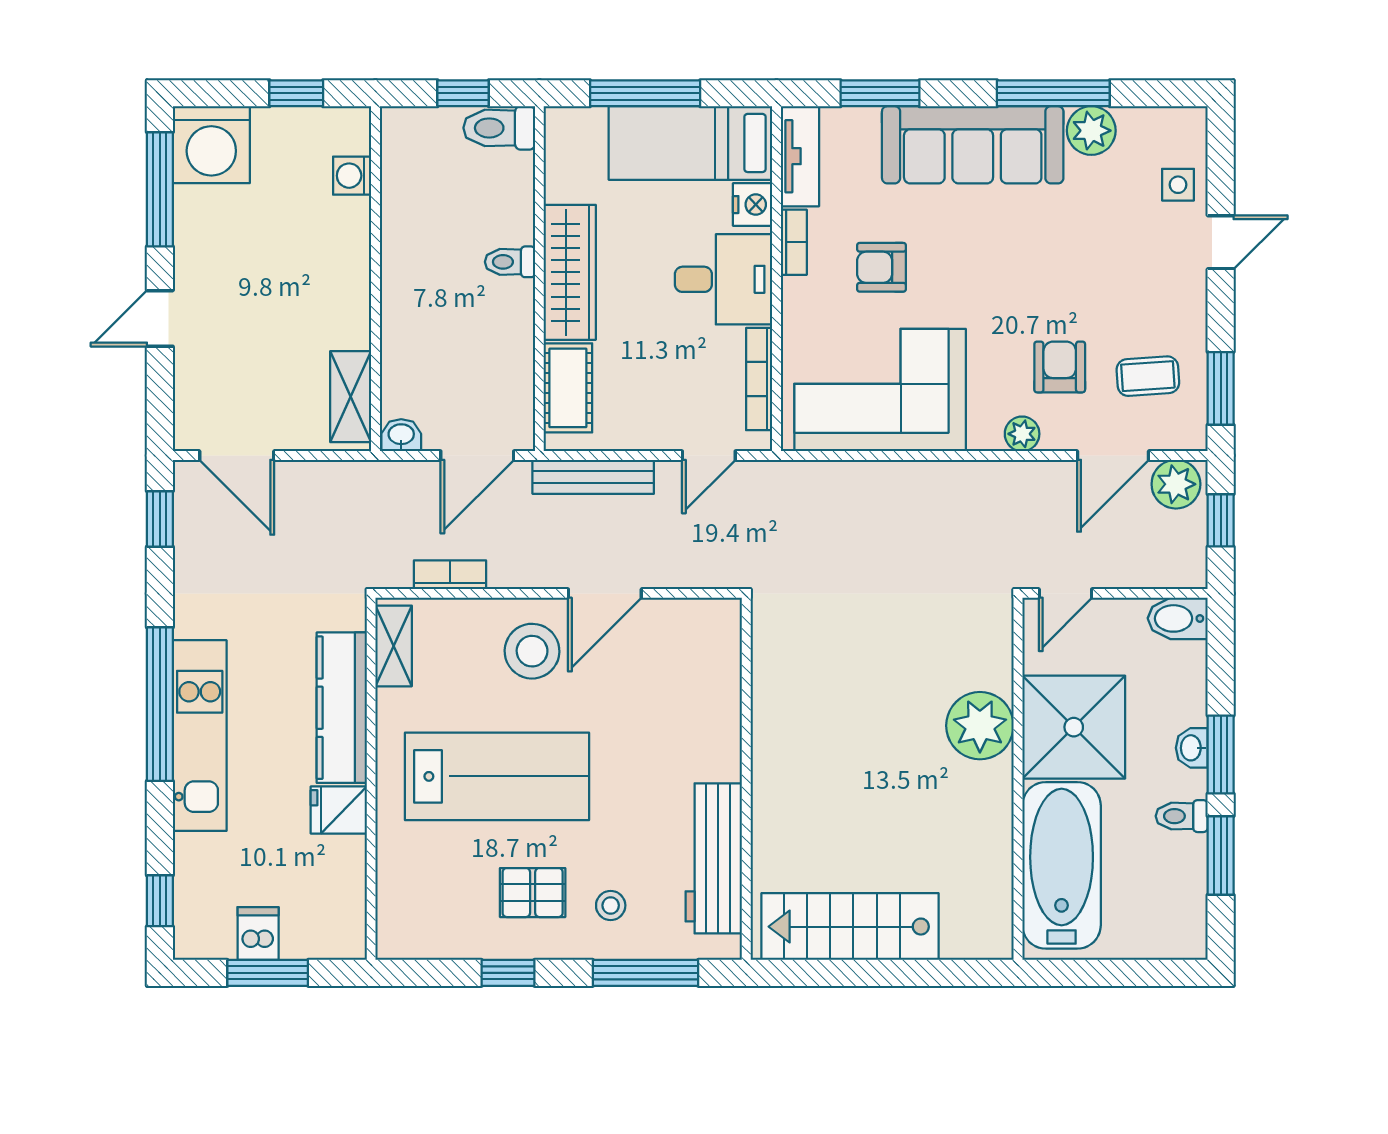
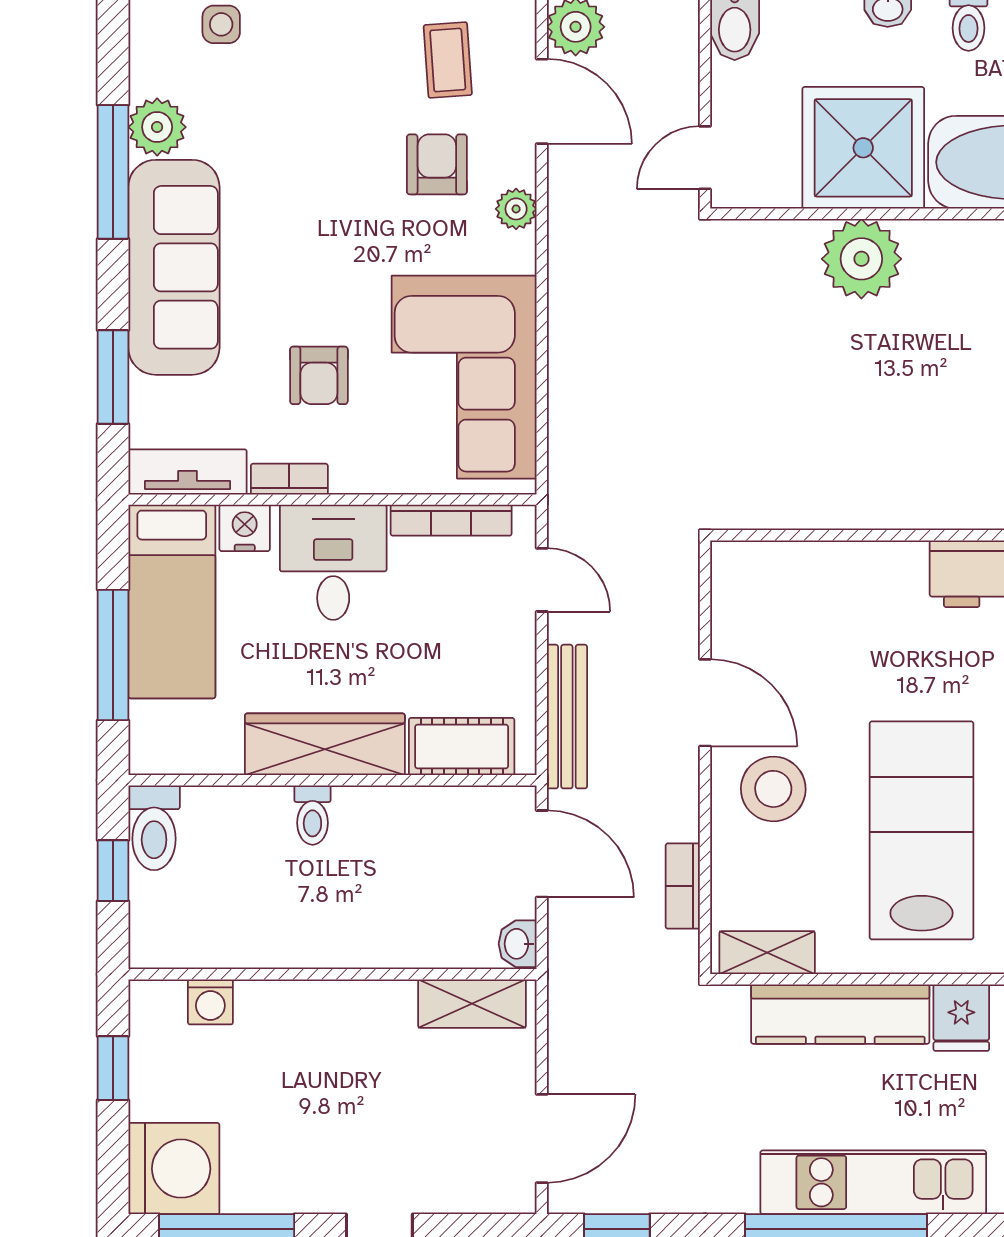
armchair: (1060, 367) -> (437, 164), turned 90
door: (1065, 593) -> (705, 158), swing flipped

